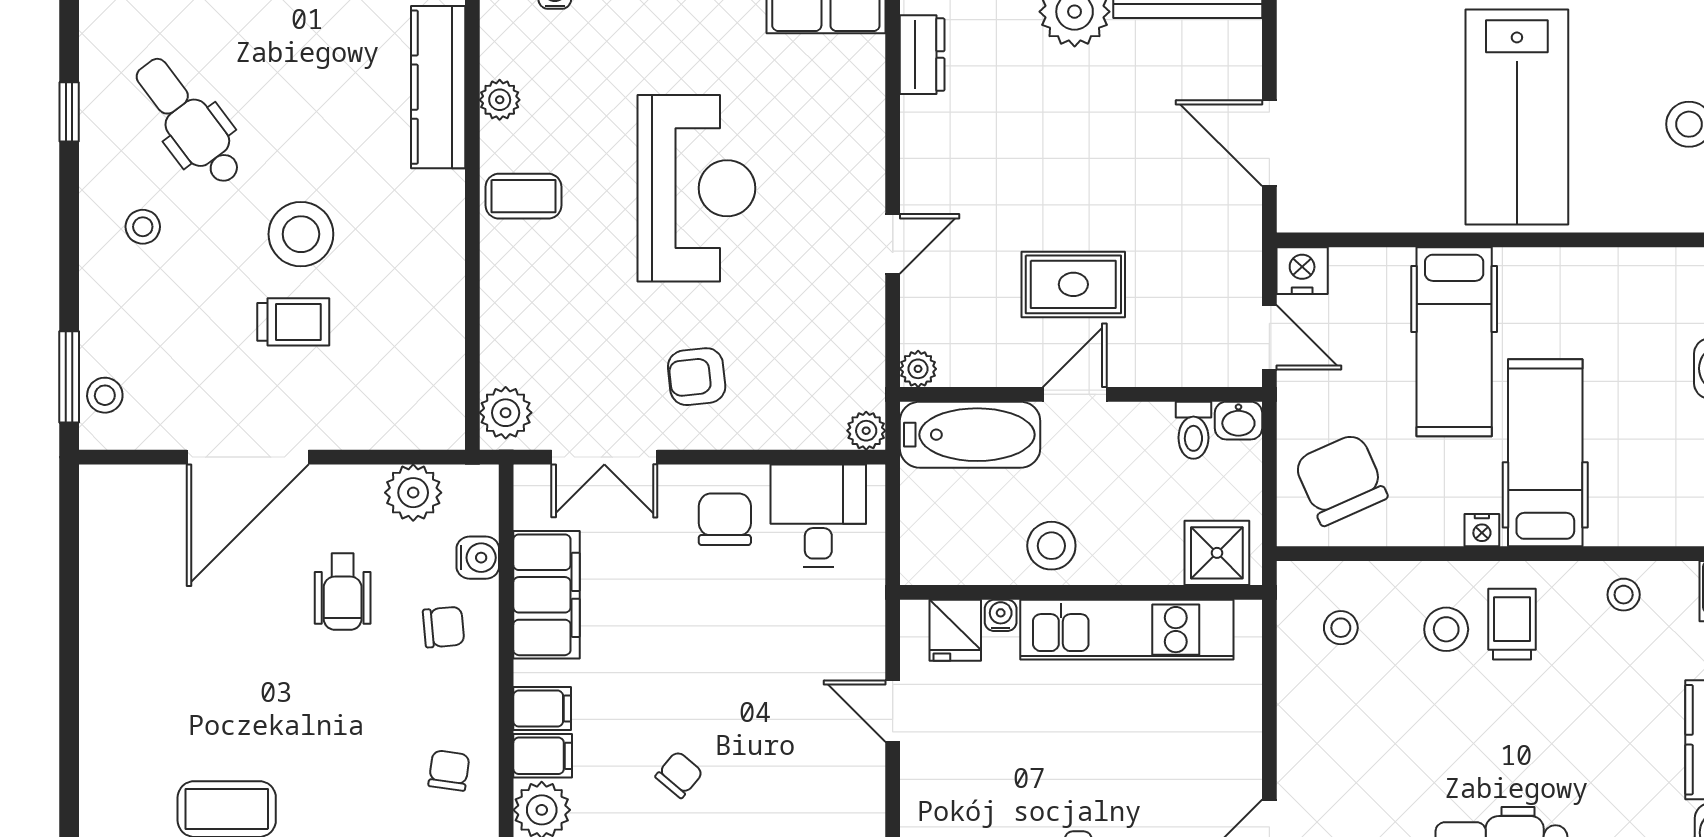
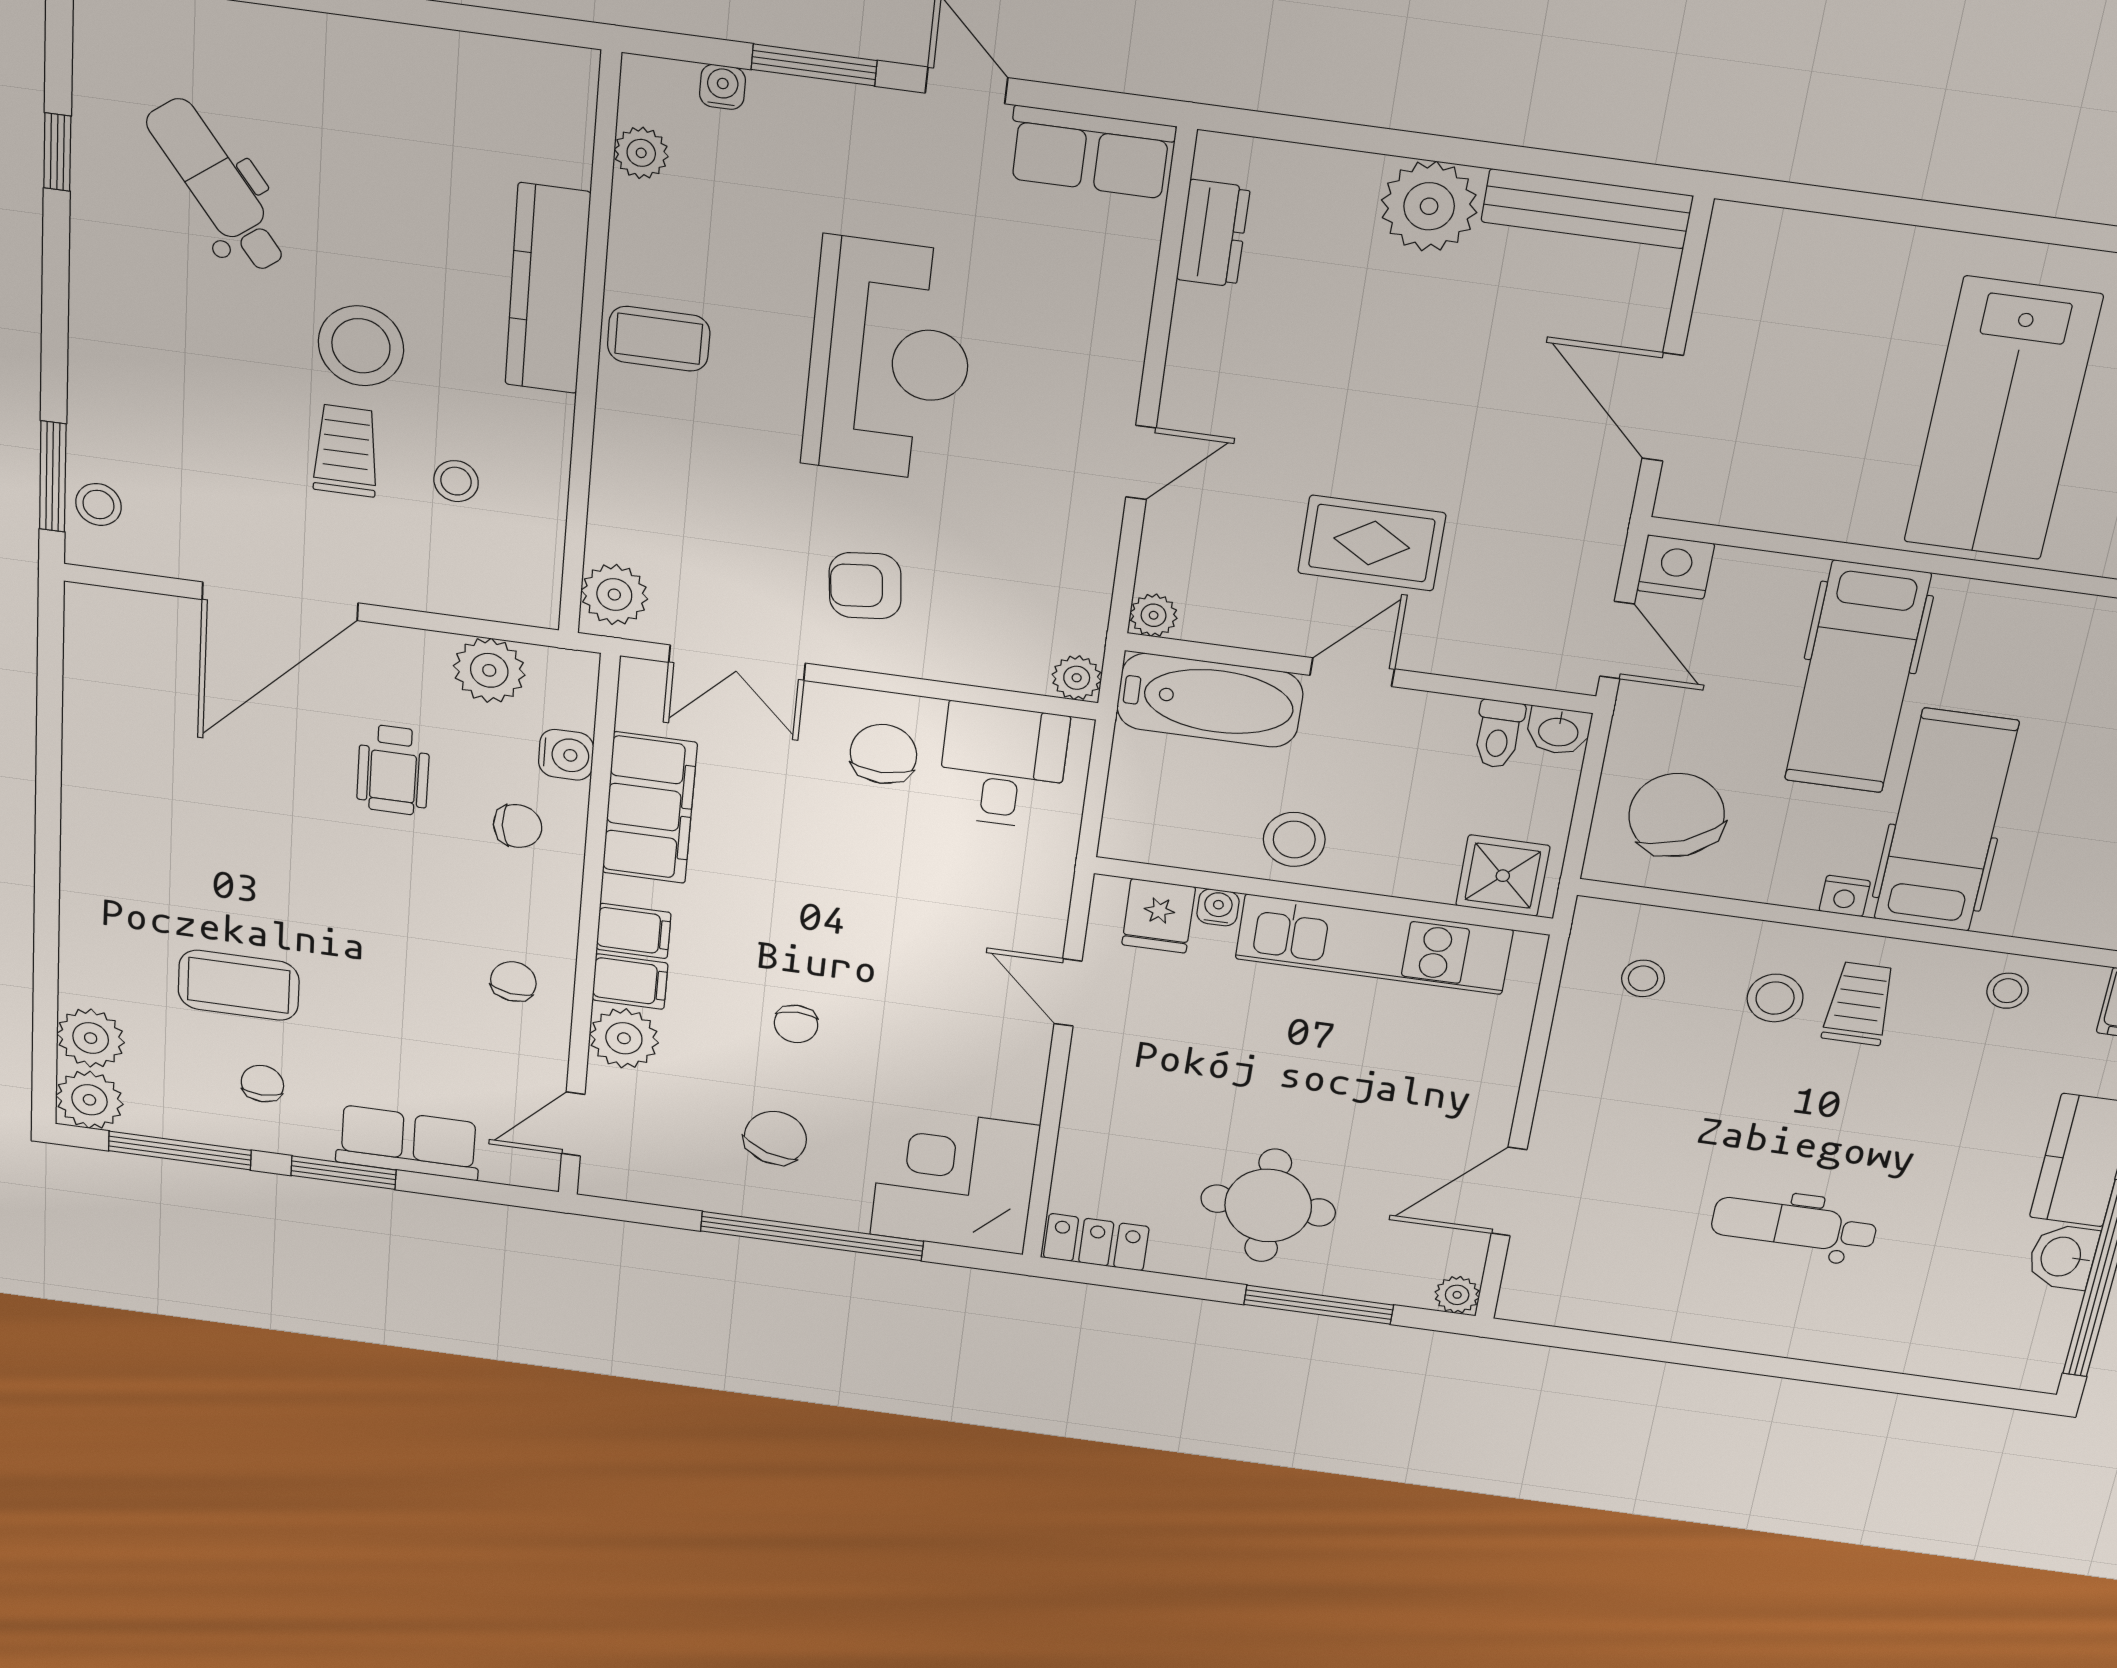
kitchen counter: (438, 87) -> (548, 289), moved
plant: (500, 100) -> (641, 153), moved
stool: (143, 227) -> (456, 481), moved
trolley: (293, 322) -> (346, 451), turned -90
chair: (679, 775) -> (796, 1024), turned 140

